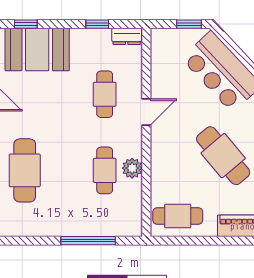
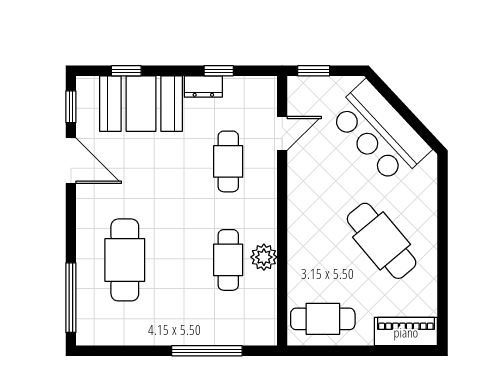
window: (189, 24) -> (314, 71), moved
dresser: (127, 36) -> (203, 86), moved
door: (146, 112) -> (282, 133), moved

